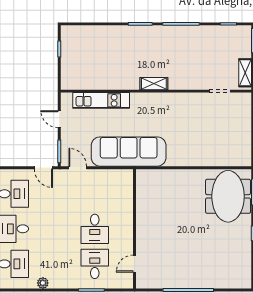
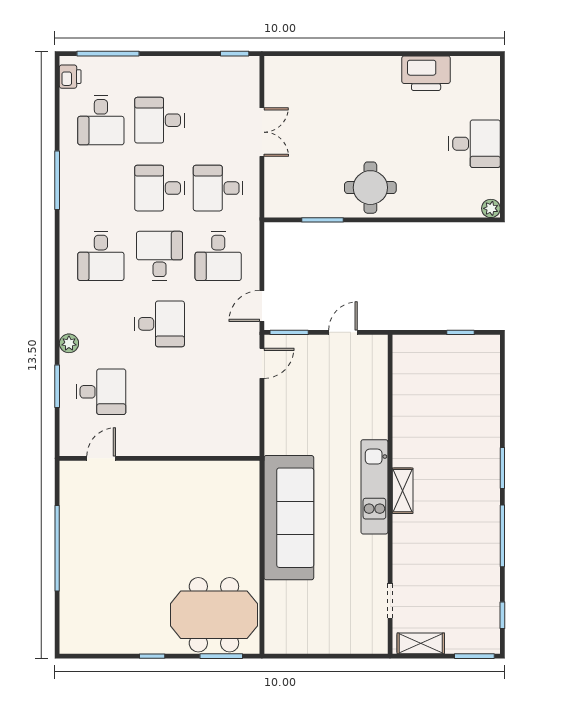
kitchen unit: (101, 100) -> (374, 487), moved
sofa: (129, 152) -> (289, 518), moved
desk: (95, 229) -> (160, 324), moved, turned 180
door: (135, 264) -> (101, 458), hinge flipped
plant: (43, 283) -> (69, 343), moved

